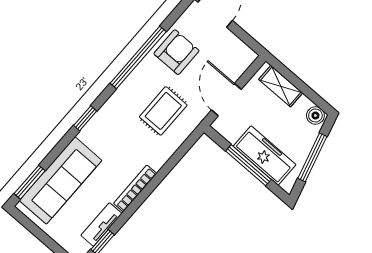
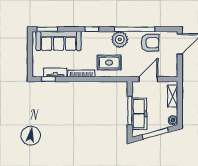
plant: (134, 91) -> (120, 39), added
rug: (163, 111) -> (109, 63), moved

